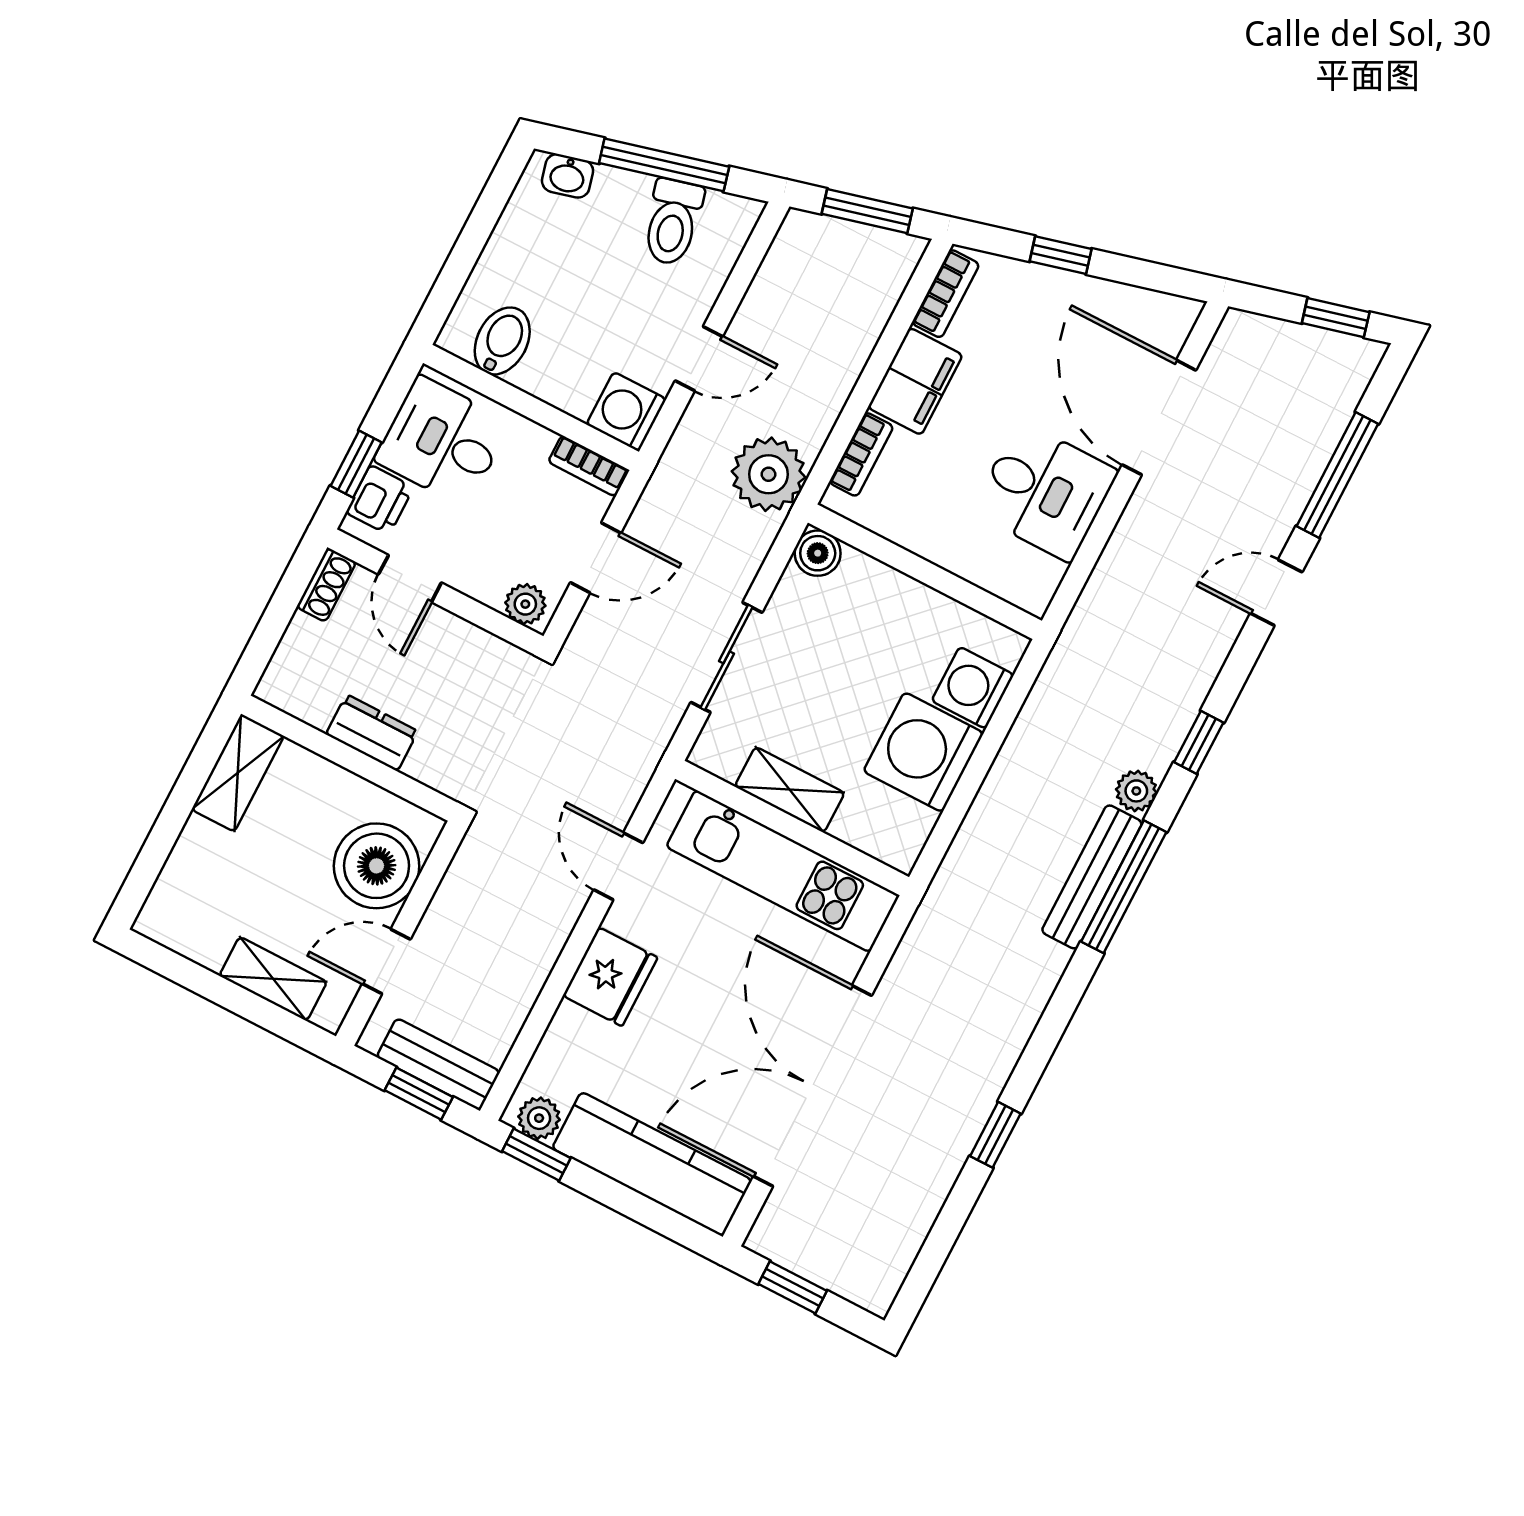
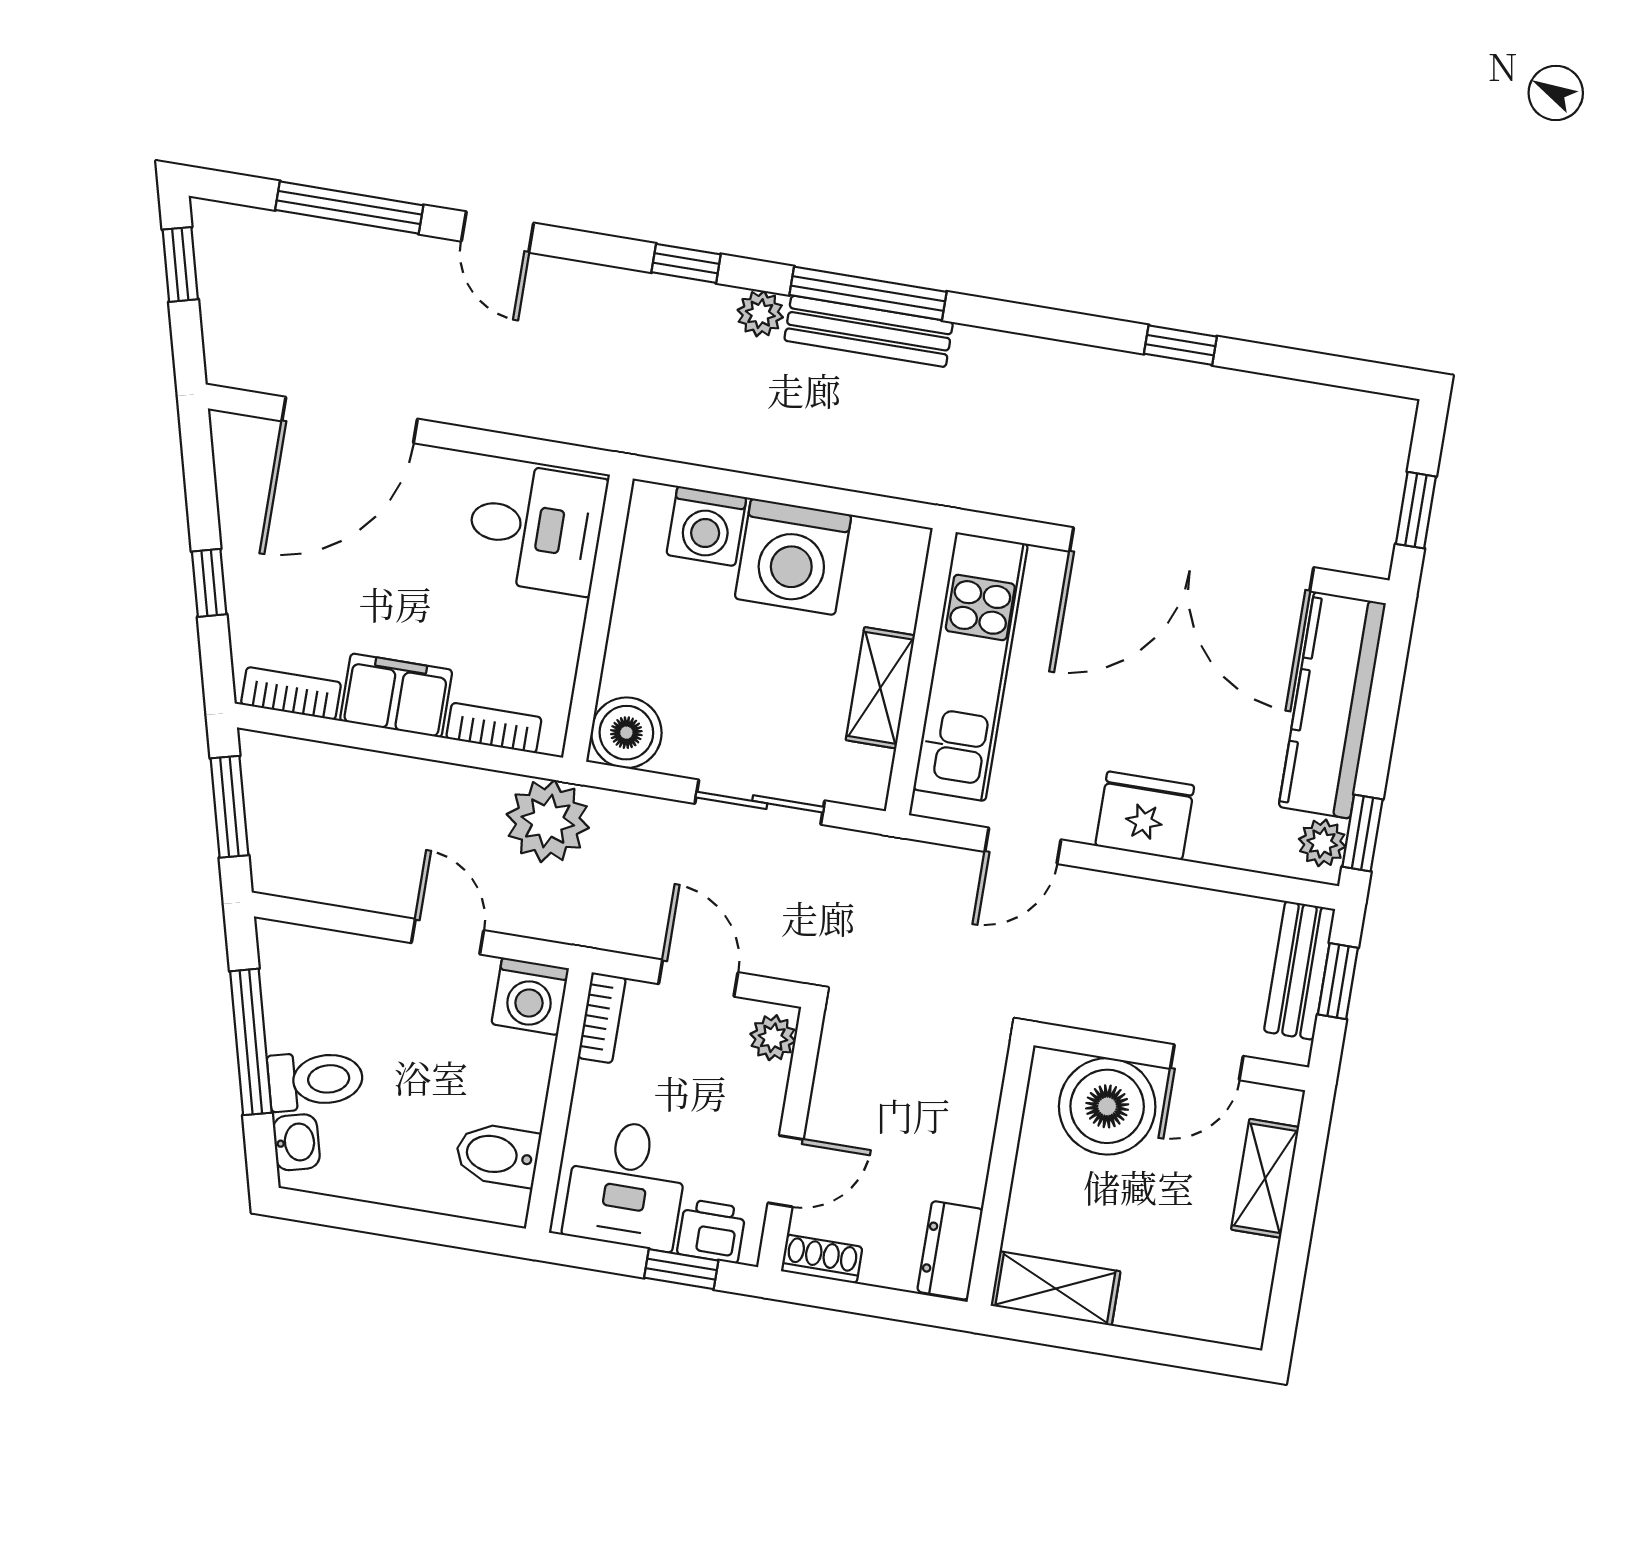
toilet: (673, 222) -> (316, 1080), moved
desk: (1045, 492) -> (536, 528), moved, turned 90
boiler: (818, 553) -> (626, 733), width x1.36, depth x1.36
dresser: (372, 733) -> (950, 1250), moved
door: (386, 961) -> (1207, 1062), hinge flipped

